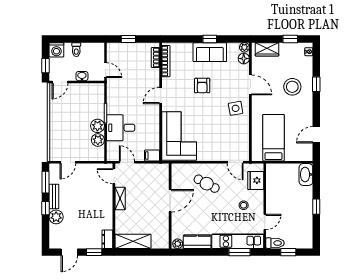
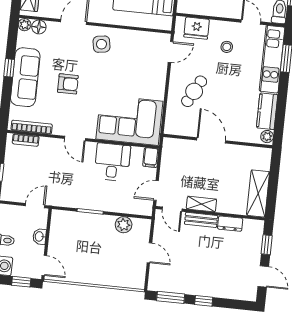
sofa: (210, 52) -> (25, 77), width x1.36
plant: (97, 126) -> (105, 223), removed
desk: (121, 128) -> (112, 162), moved, turned 180
door: (68, 162) -> (149, 253), moved
door: (114, 176) -> (172, 209), hinge flipped
bench: (54, 197) -> (201, 220), moved
plant: (56, 217) -> (216, 289), removed
dresser: (107, 239) -> (230, 224), moved

